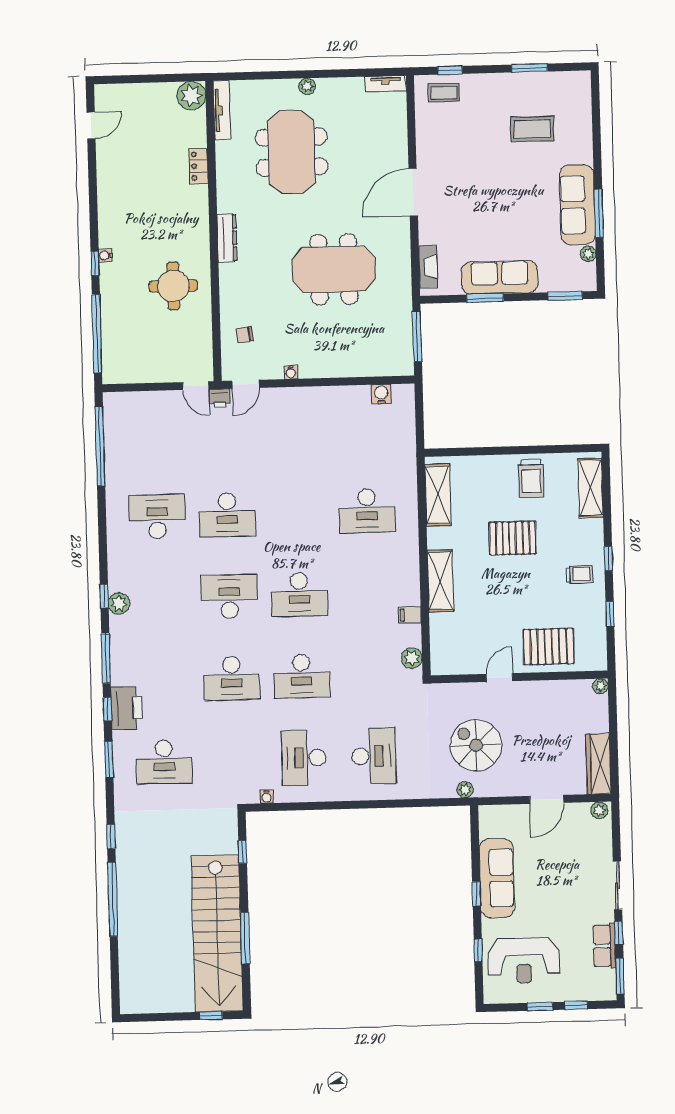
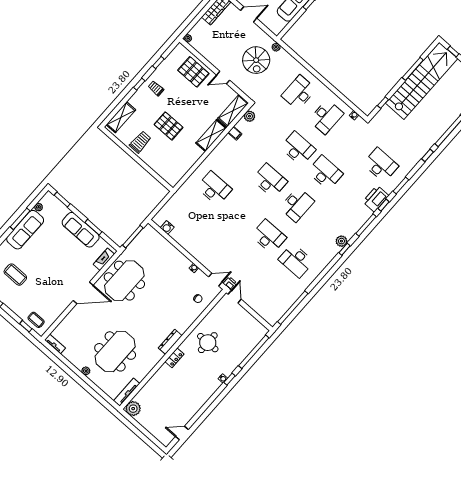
locker: (199, 166) -> (174, 358), moved
meeting table: (334, 269) -> (124, 281), moved, turned 90
shelving: (438, 495) -> (233, 111), moved
desk: (229, 596) -> (297, 205), turned -90

